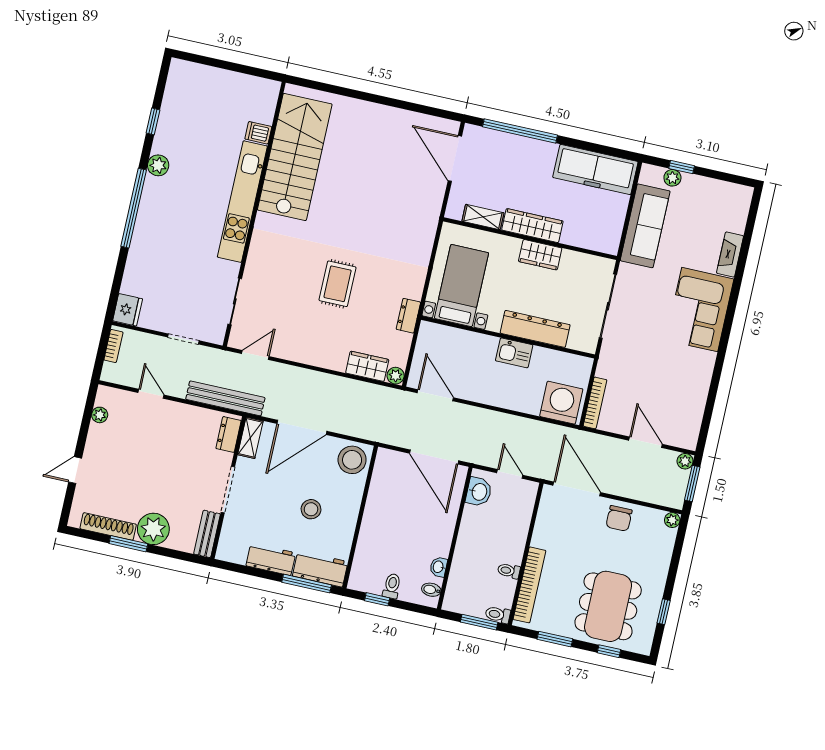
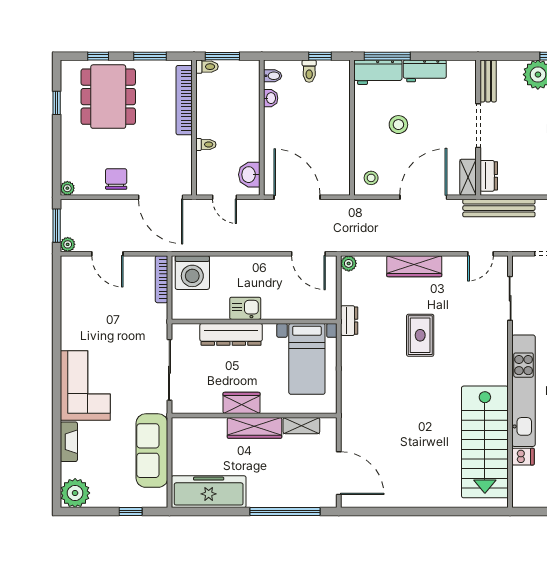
plant: (672, 178) -> (75, 493), moved, width x1.88, depth x1.88
wardrobe: (367, 366) -> (414, 266), moved, width x1.50
stool: (352, 460) -> (371, 178), width x0.53, depth x0.53
toilet: (509, 571) -> (206, 144), moved

